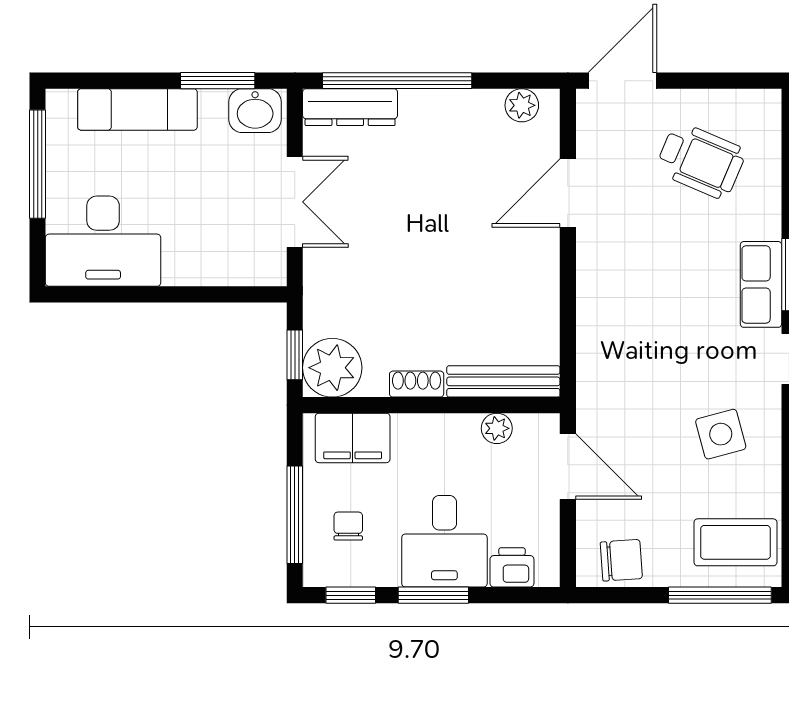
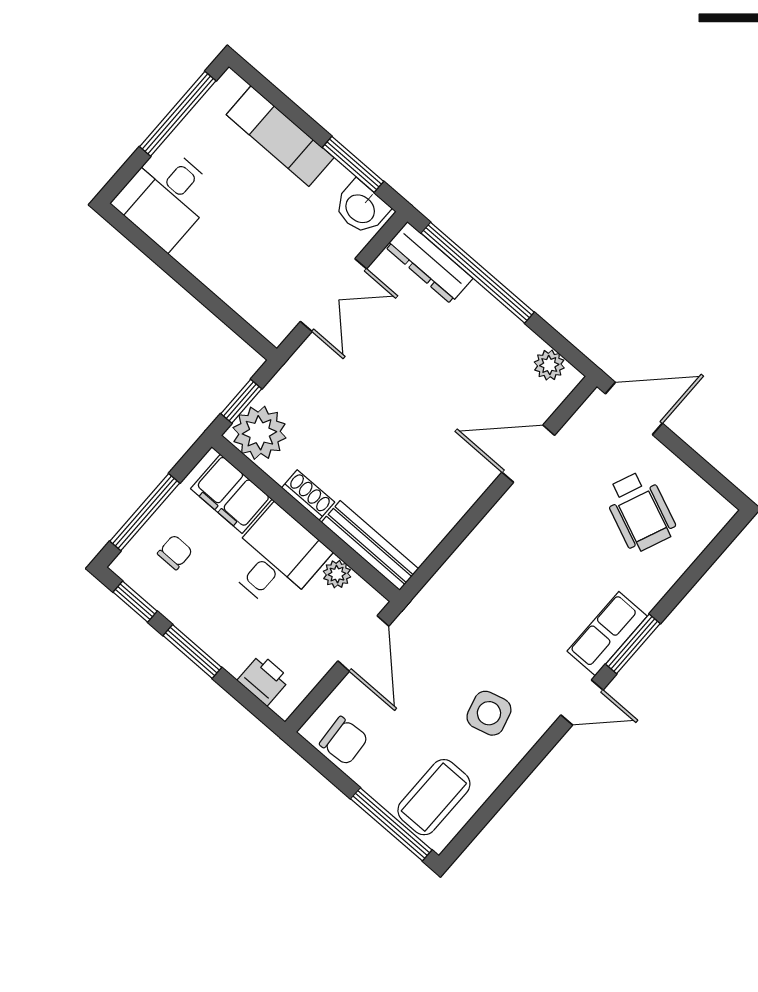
desk: (103, 241) -> (166, 197), width x0.73
desk: (444, 541) -> (276, 558), moved, turned 180
coffee table: (735, 542) -> (434, 797), turned 90

